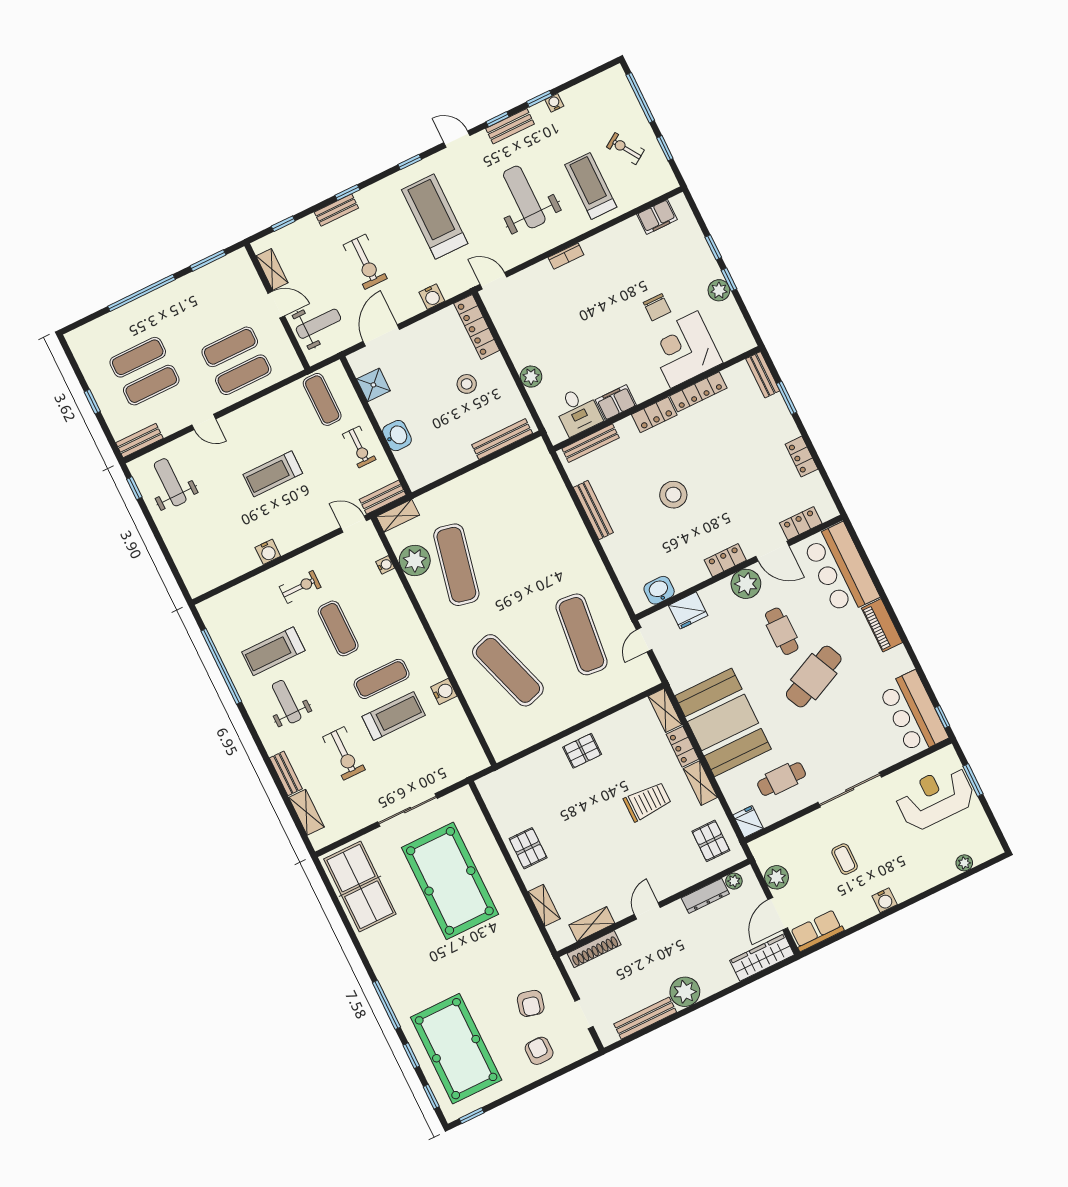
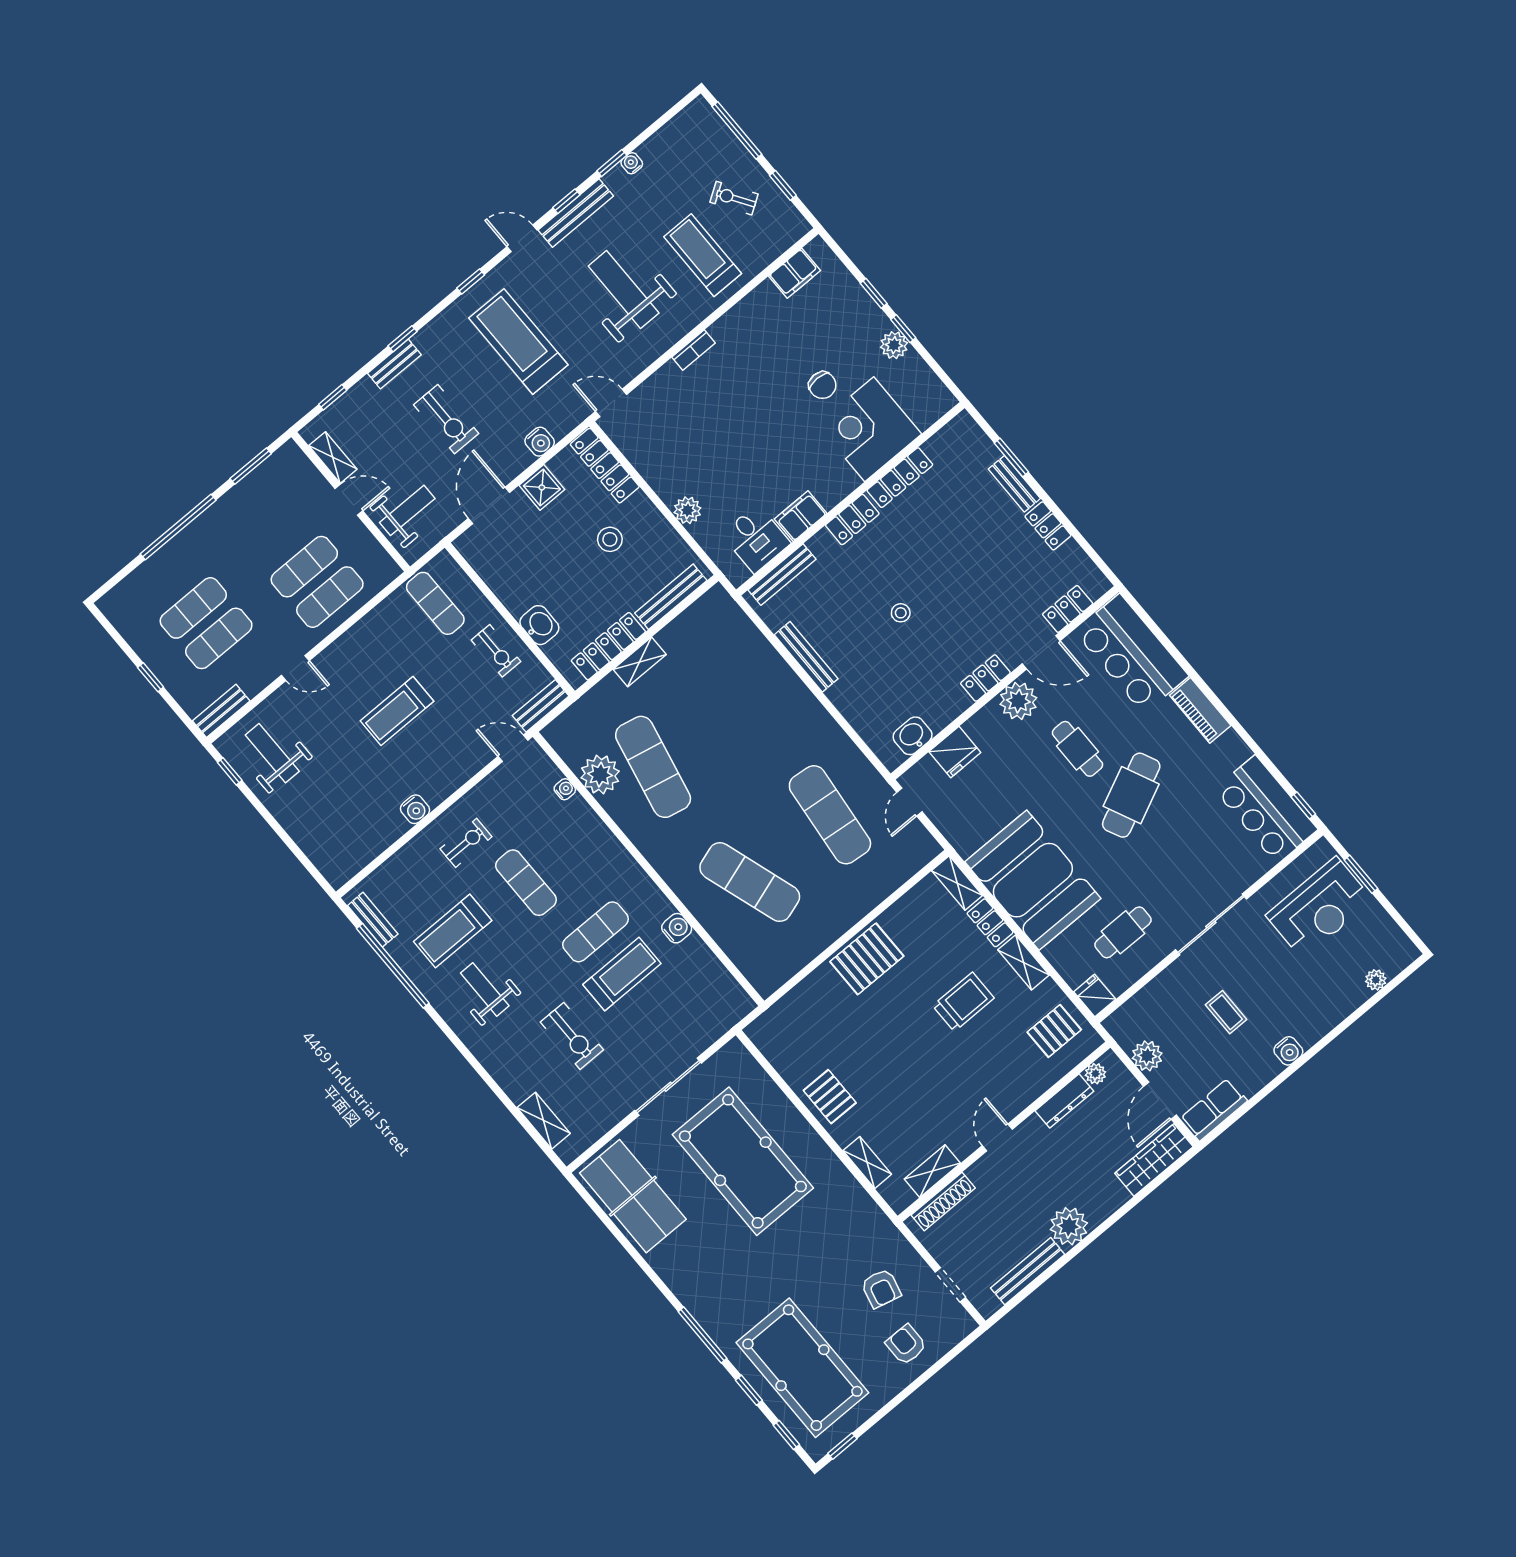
bench: (510, 126) -> (576, 213), width x1.36
bench: (763, 375) -> (1014, 484), moved
shower: (373, 385) -> (542, 487), moved
locker: (445, 465) -> (608, 646), added
stool: (673, 495) -> (901, 613), width x0.53, depth x0.53
shelving: (398, 516) -> (640, 662), moved
pallet: (582, 751) -> (867, 959), width x1.50, depth x1.42
bench: (286, 773) -> (373, 920), moved
reception desk: (935, 798) -> (1319, 908), turned 180
pallet: (711, 841) -> (1054, 1031), turned 90

